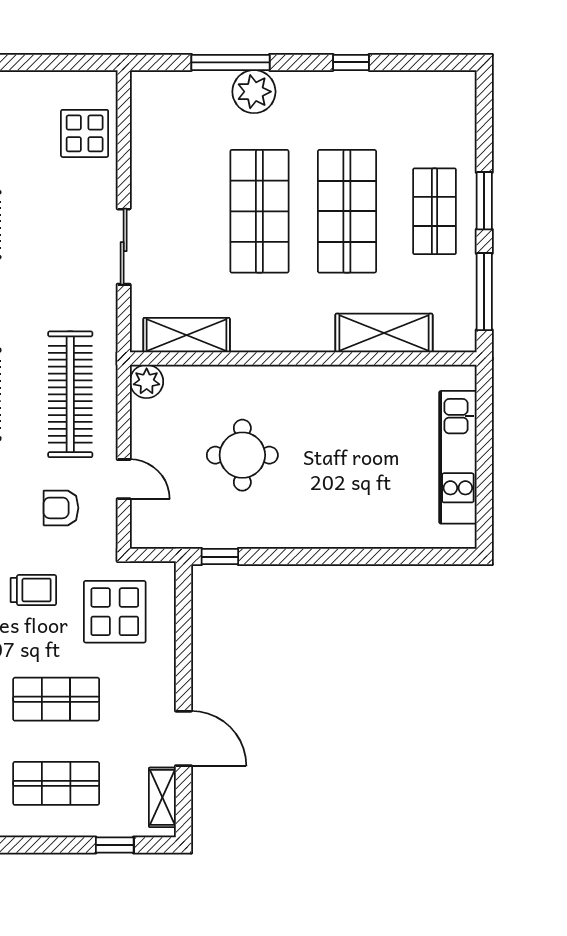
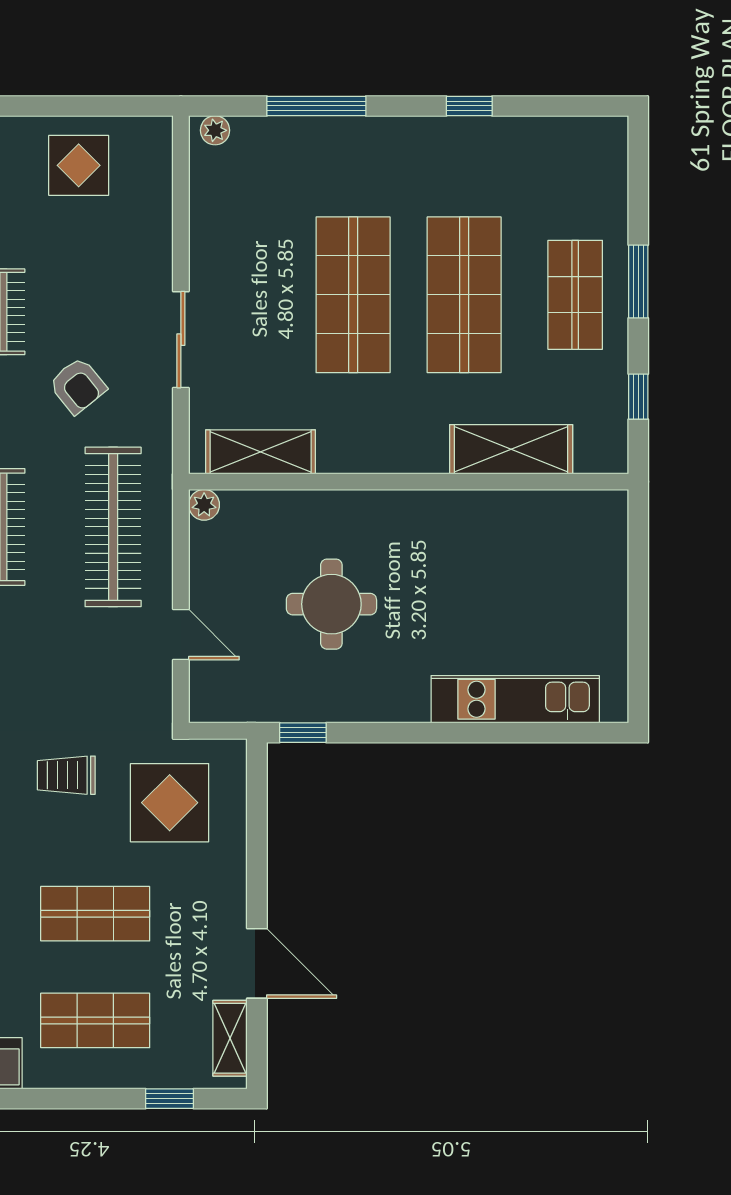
plant: (254, 92) -> (215, 130), moved, width x0.53, depth x0.53
display table: (85, 133) -> (79, 165), moved
window: (484, 292) -> (638, 397), width x0.46
plant: (147, 381) -> (204, 505), width x0.73, depth x0.73
kitchen unit: (458, 457) -> (515, 699), moved, turned 90
armchair: (61, 508) -> (78, 386), moved, turned -129
trolley: (33, 590) -> (66, 775), turned 180

